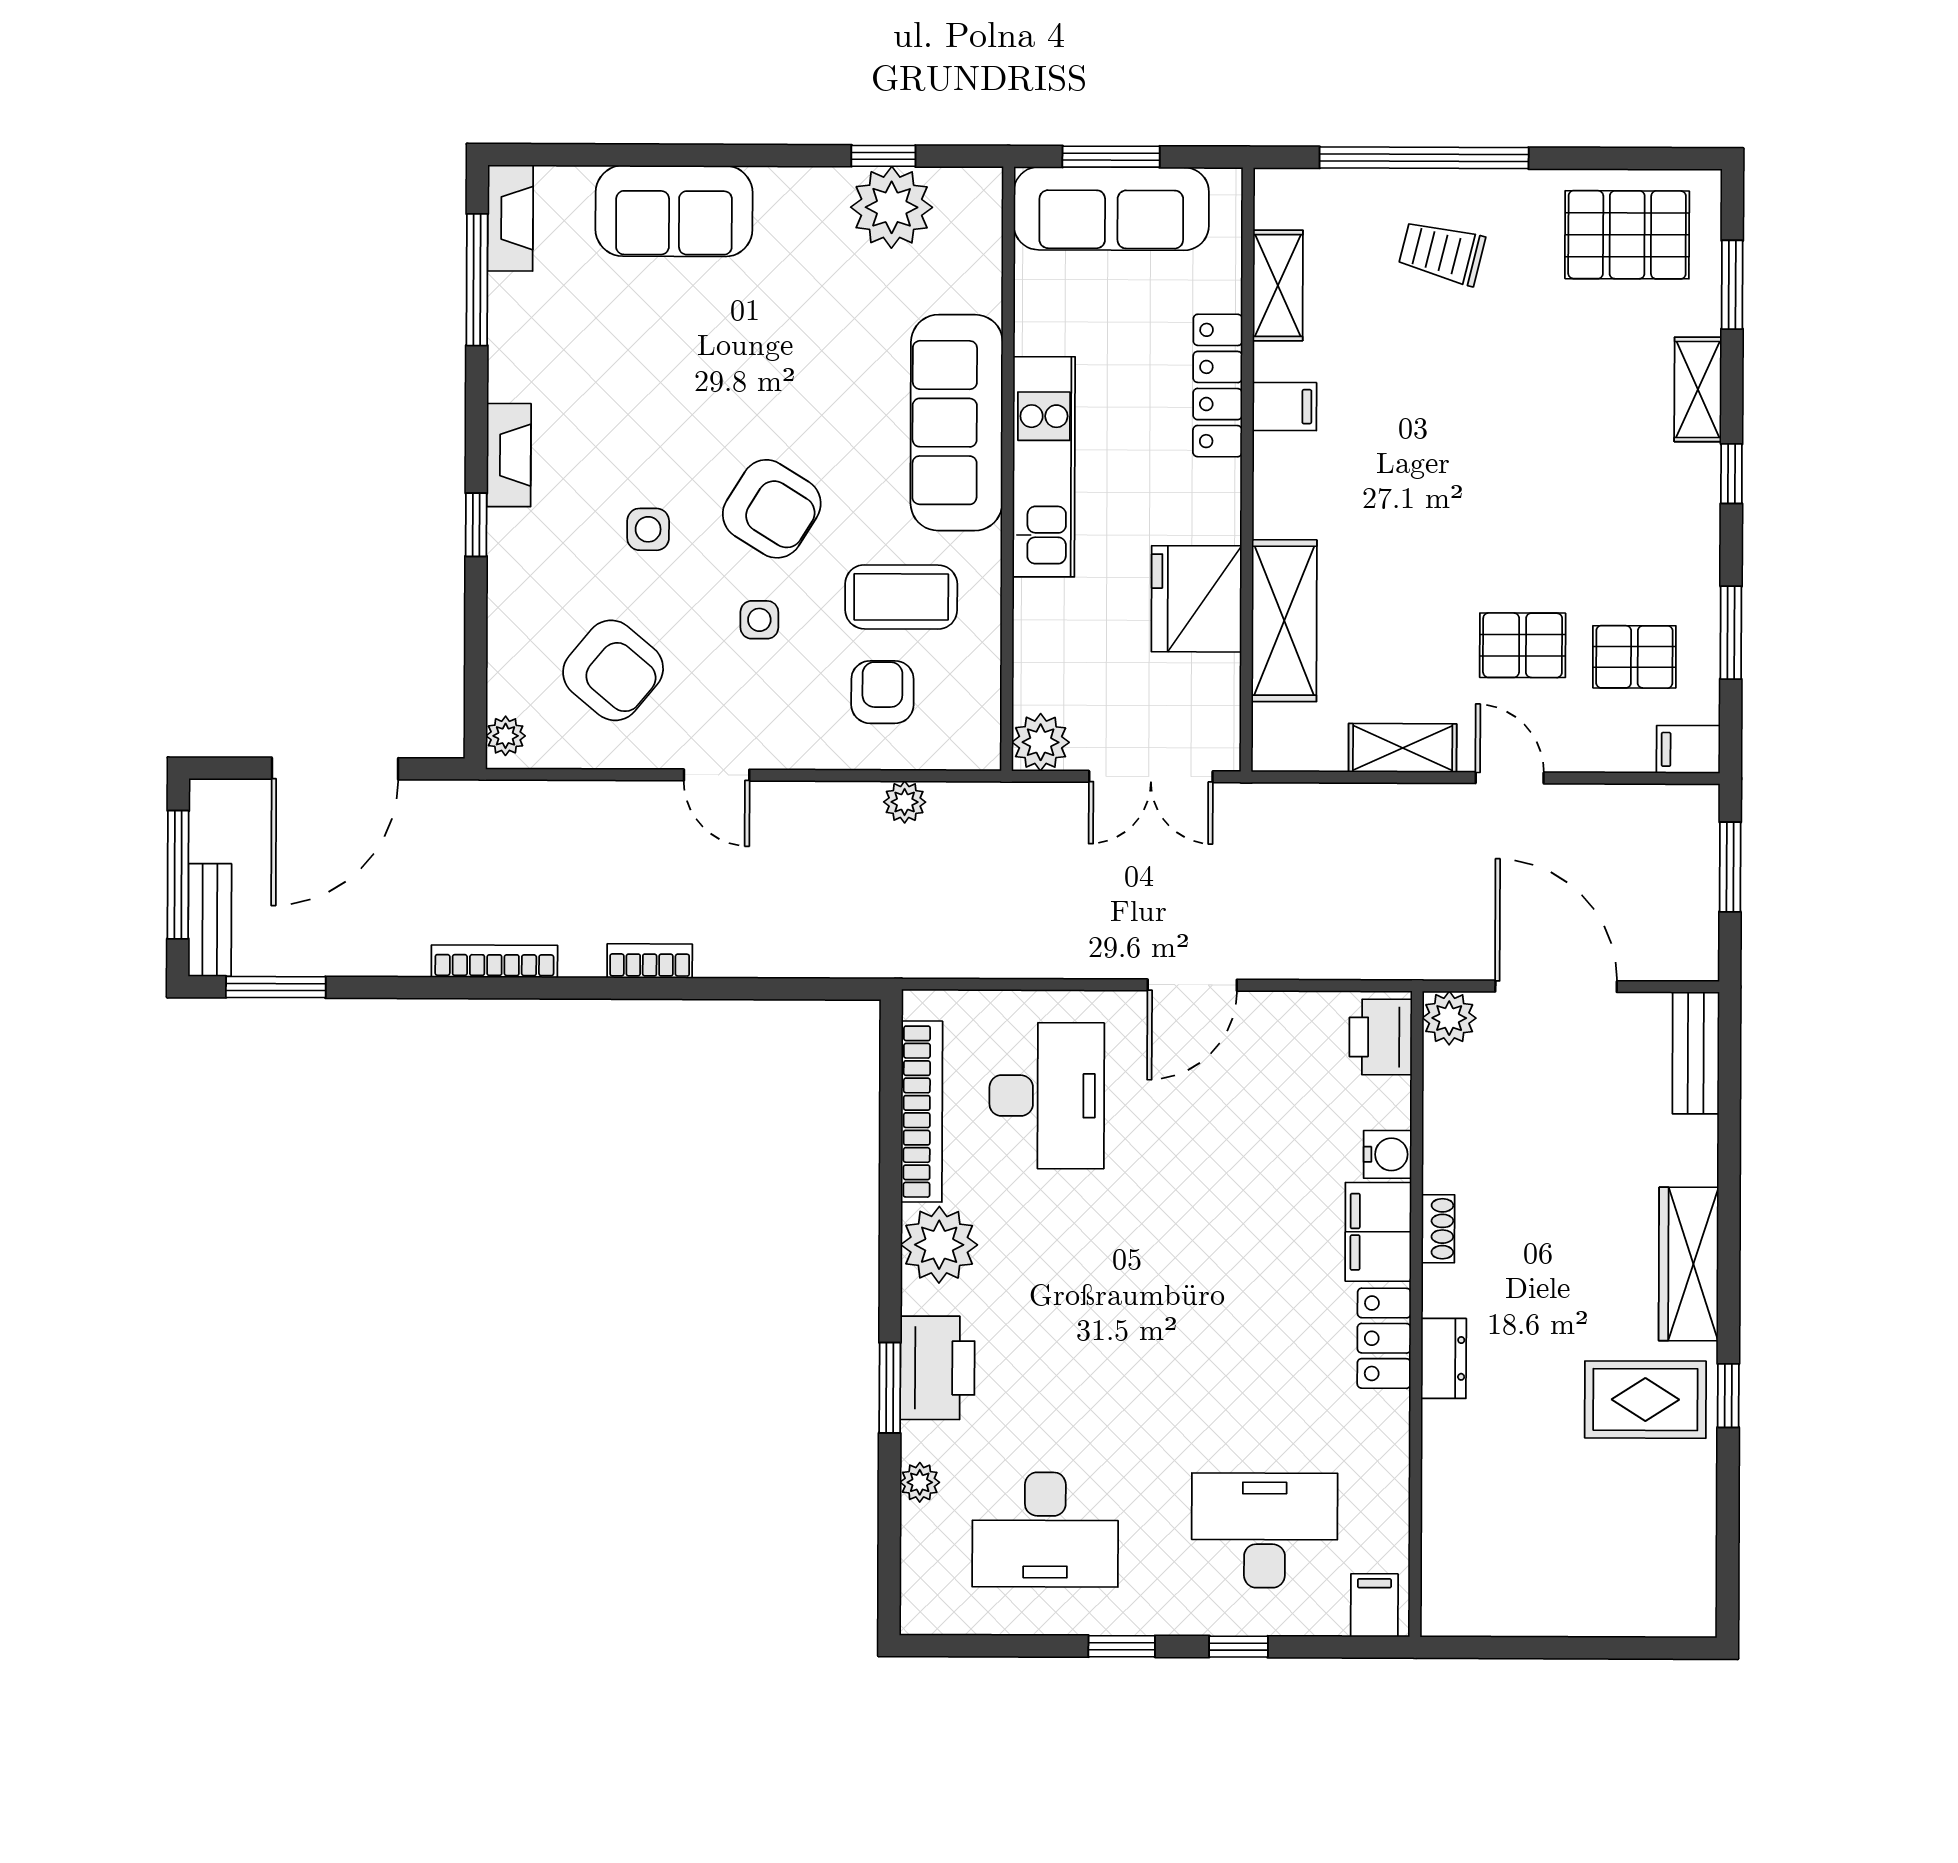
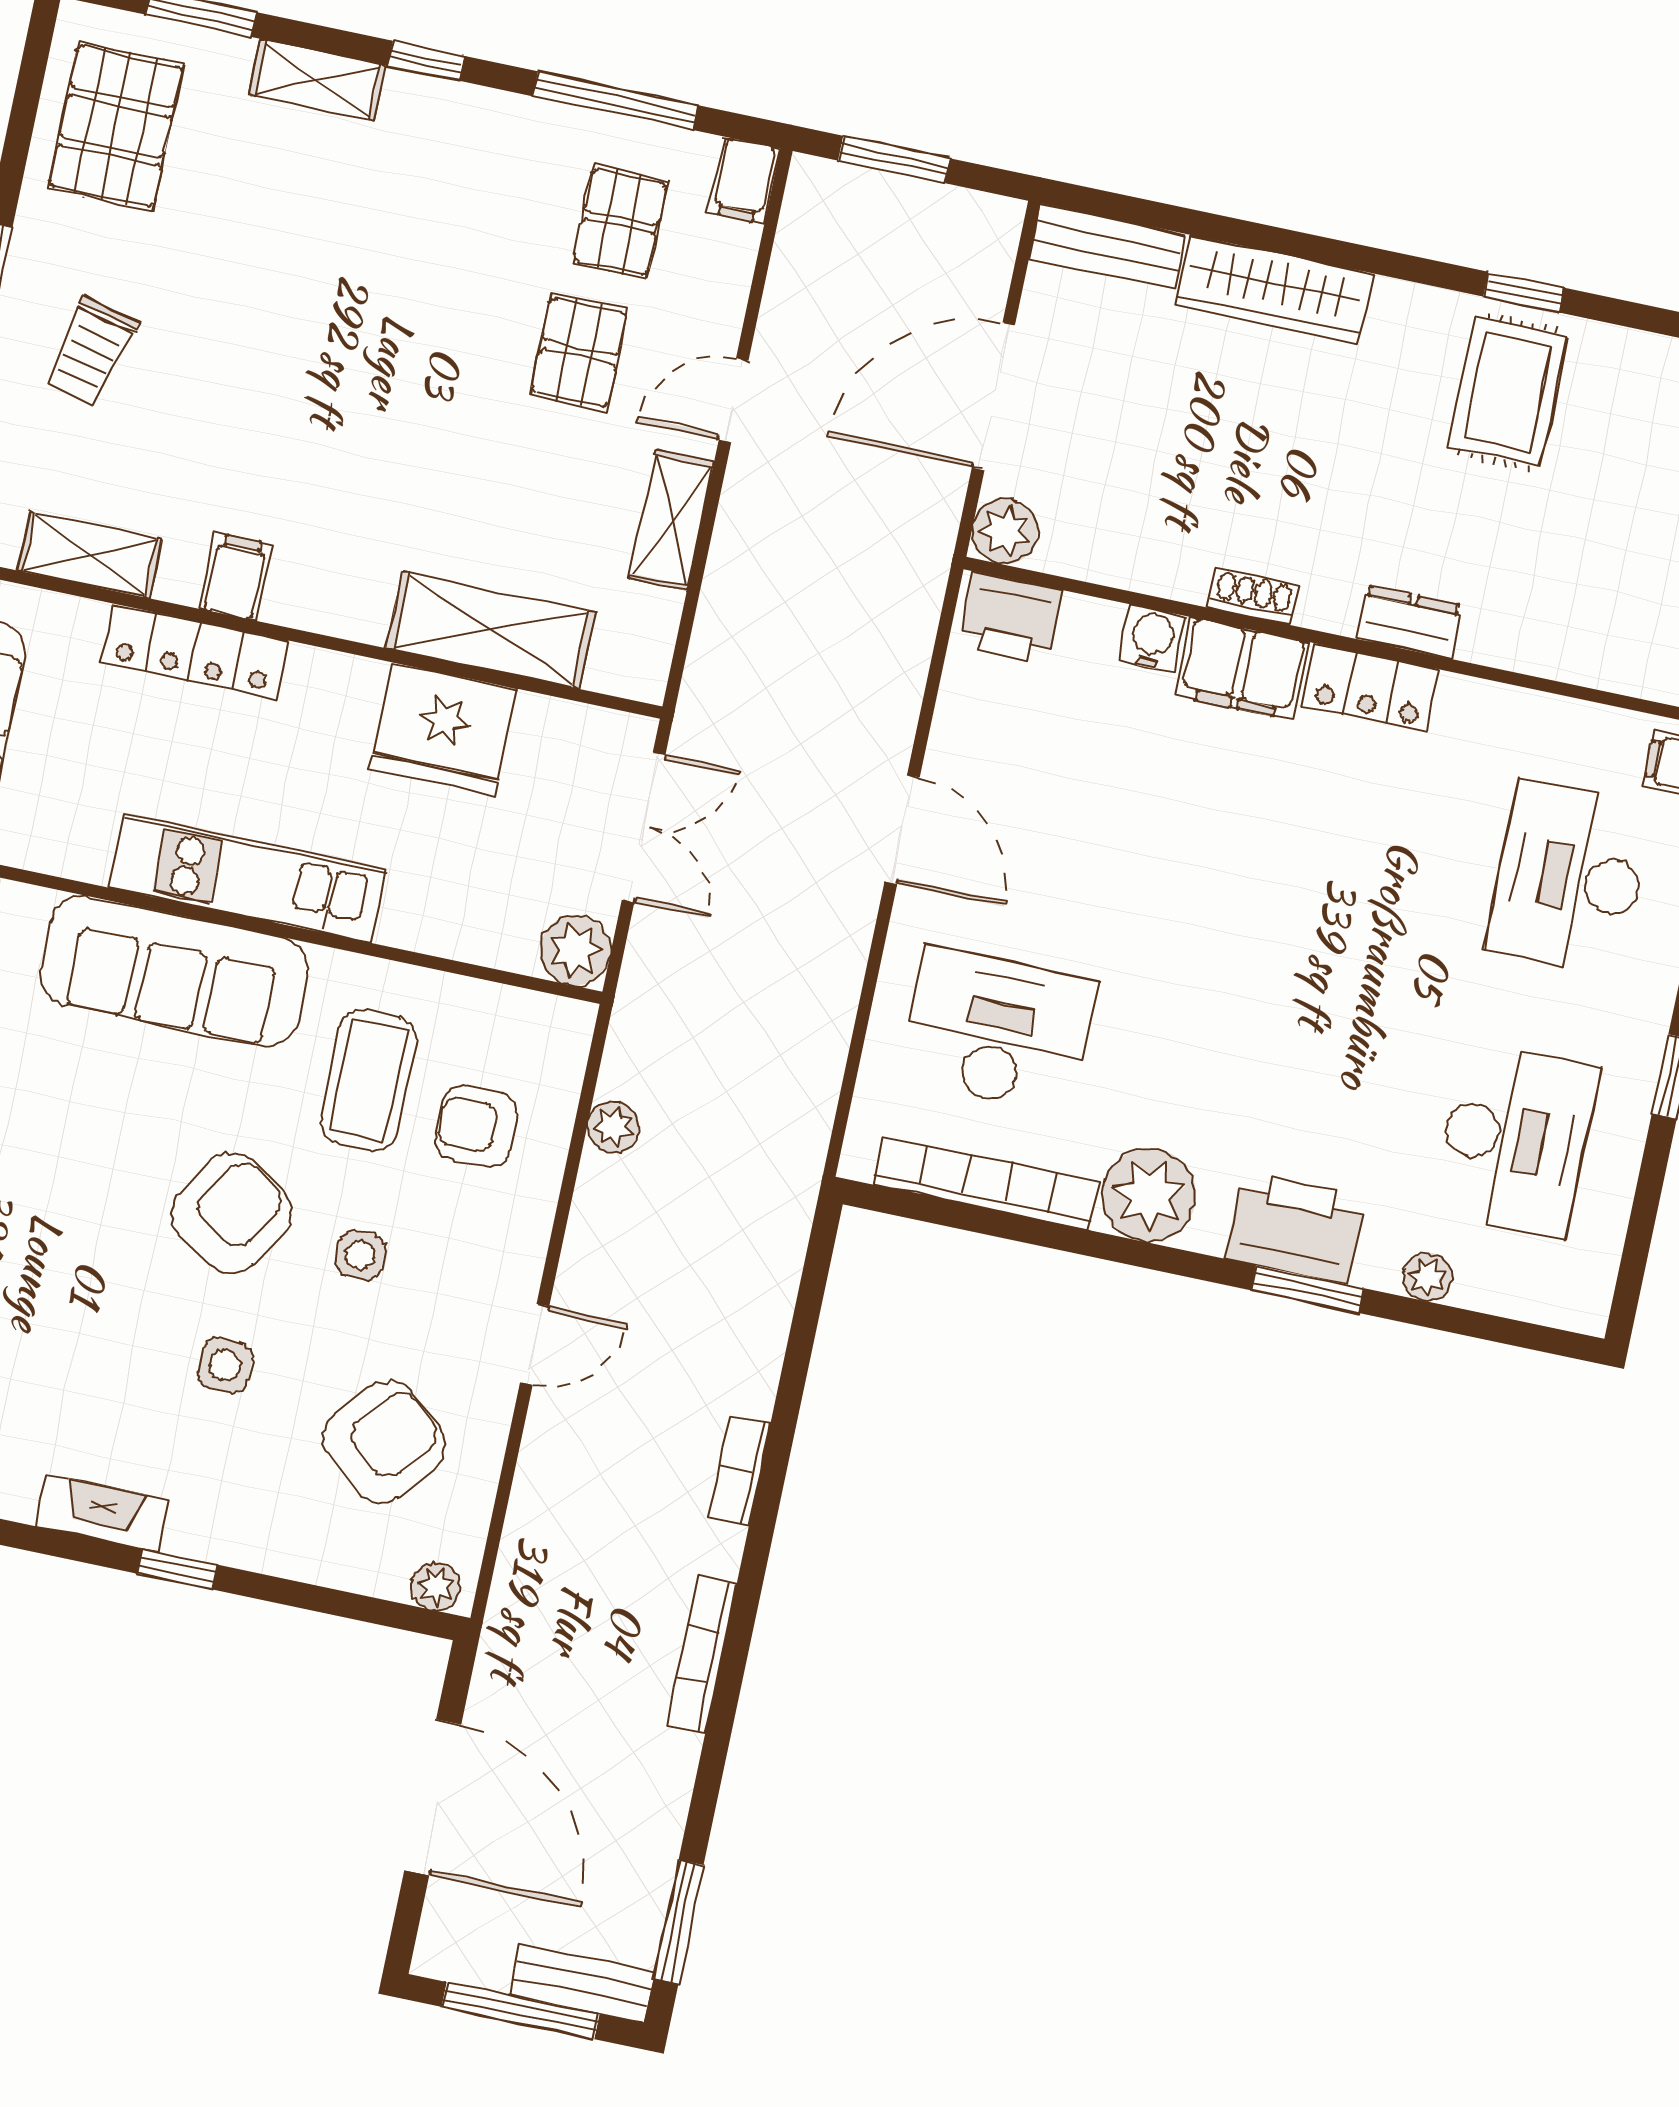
window: (1731, 633) -> (615, 101), width x1.44
wardrobe: (1689, 1264) -> (1275, 289), moved

